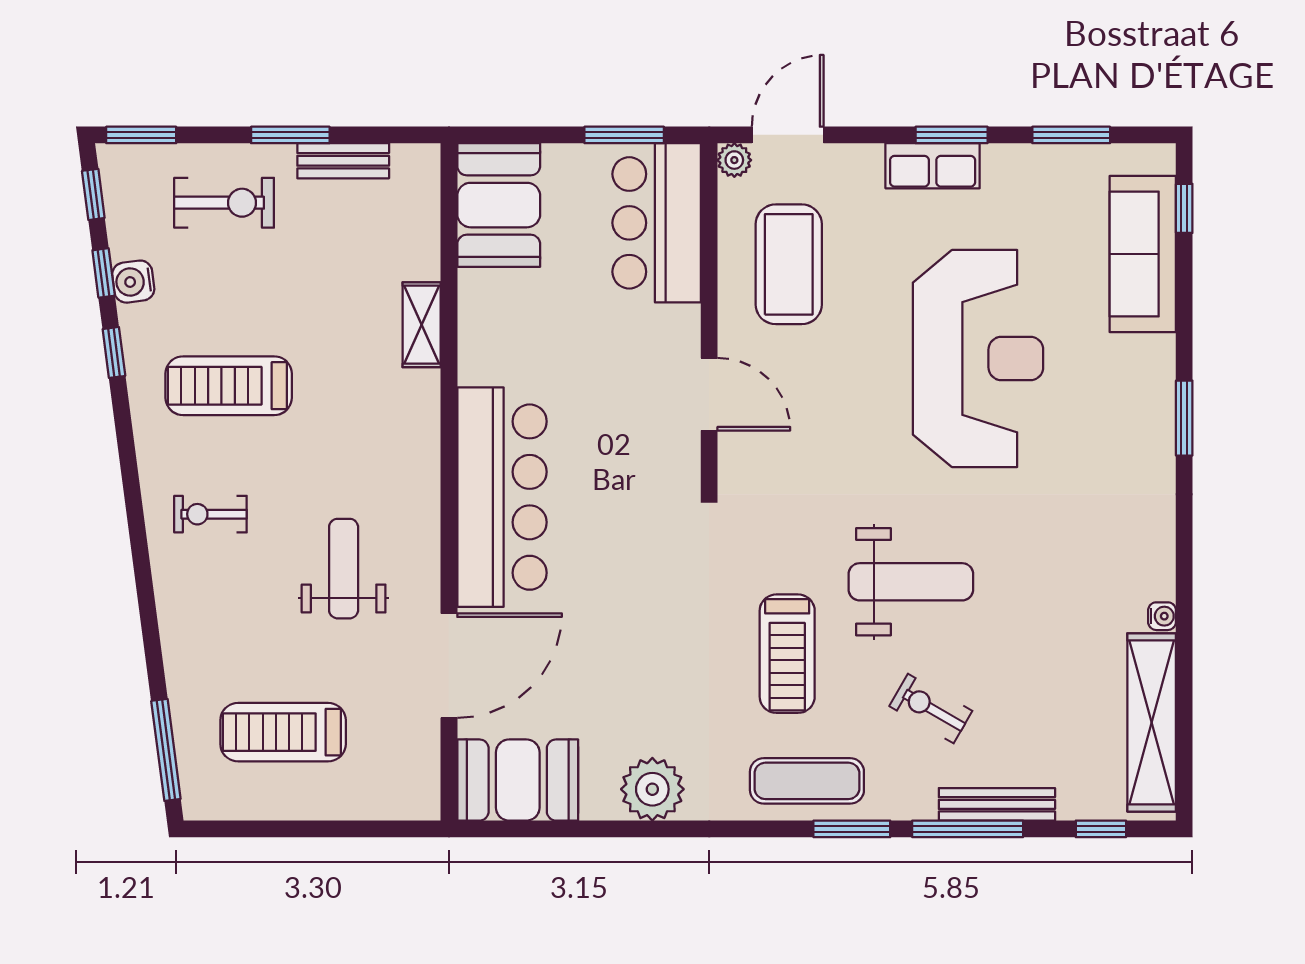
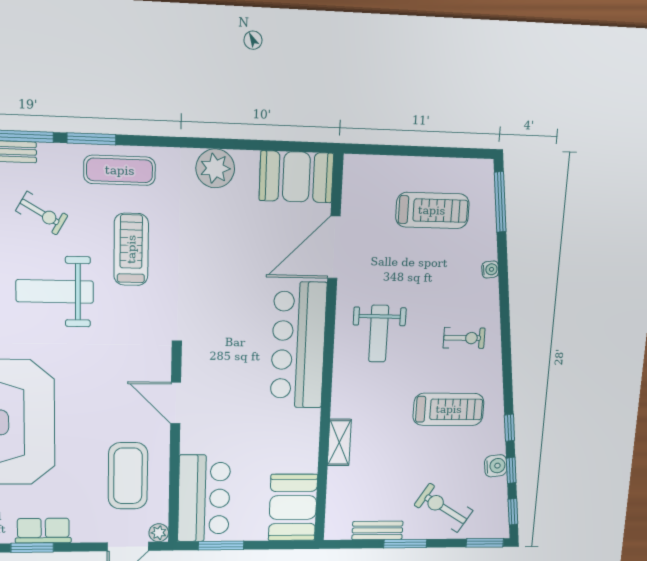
exercise bike: (224, 203) -> (444, 508), turned 32
weight bench: (344, 569) -> (379, 334), moved
water cooler: (174, 635) -> (490, 269), added

